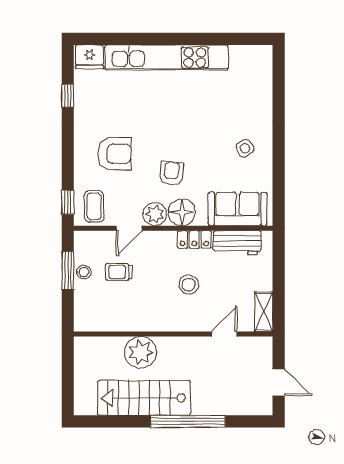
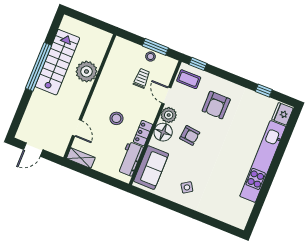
window: (188, 421) -> (39, 67), moved

